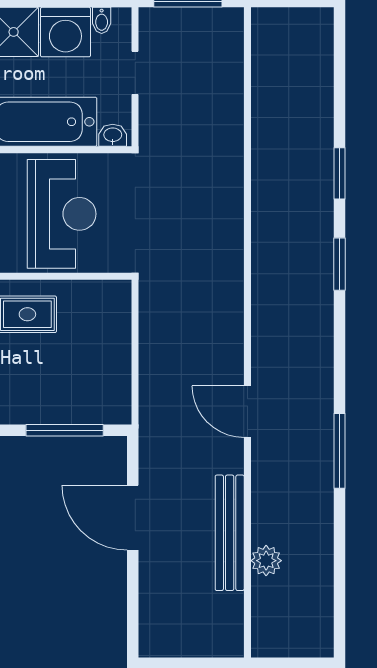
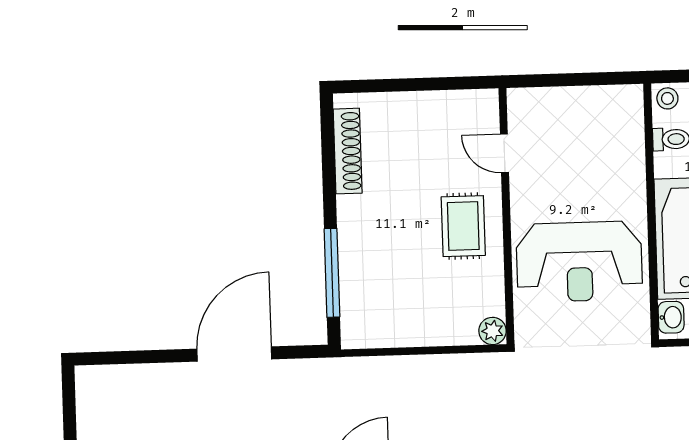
plant: (120, 292) -> (493, 331), added

